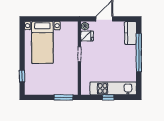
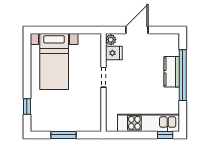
kitchen counter: (130, 33) -> (172, 72), moved
window: (63, 97) -> (63, 135), moved
window: (108, 97) -> (165, 135), moved

